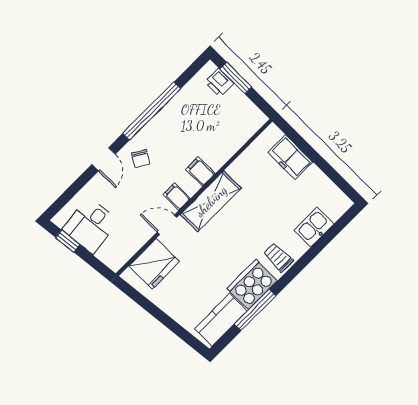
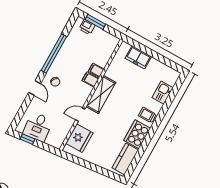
filing cabinet: (177, 196) -> (96, 70), moved
window: (255, 310) -> (143, 148), removed

